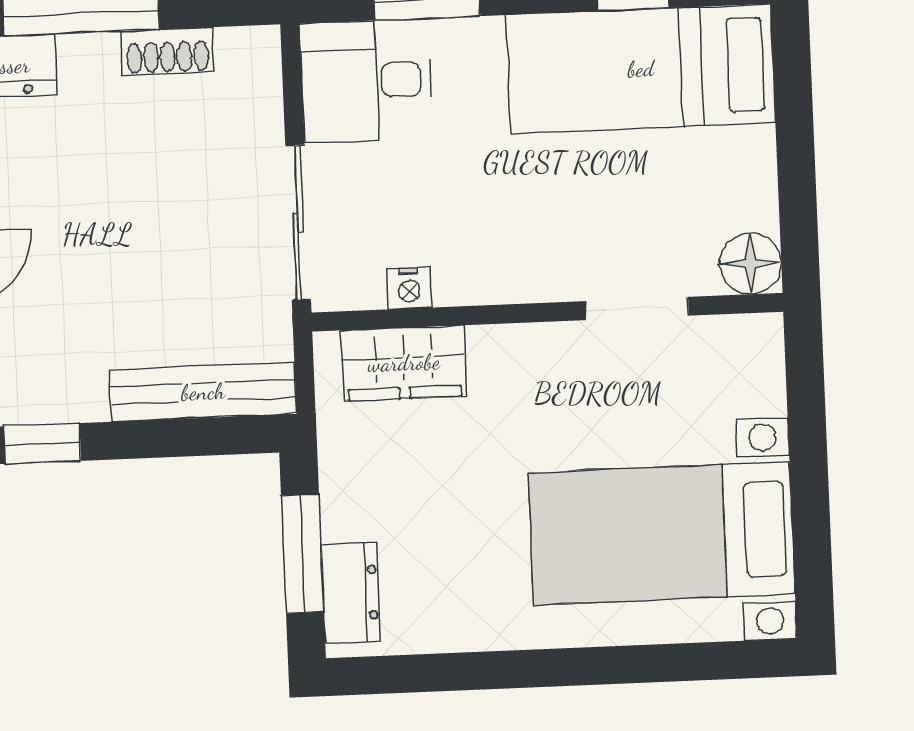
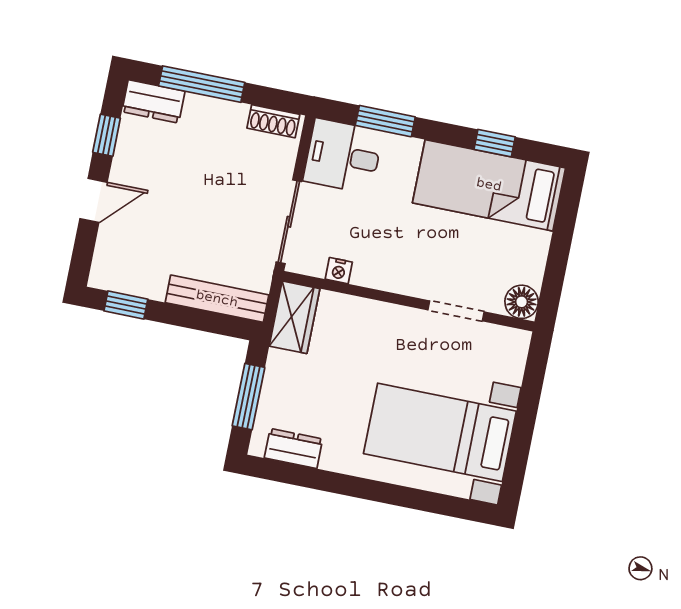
shoe rack: (168, 51) -> (273, 121), moved
wardrobe: (404, 363) -> (294, 317), moved, turned -90
dresser: (351, 593) -> (293, 448), moved, turned -90

